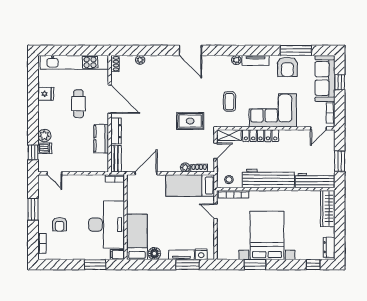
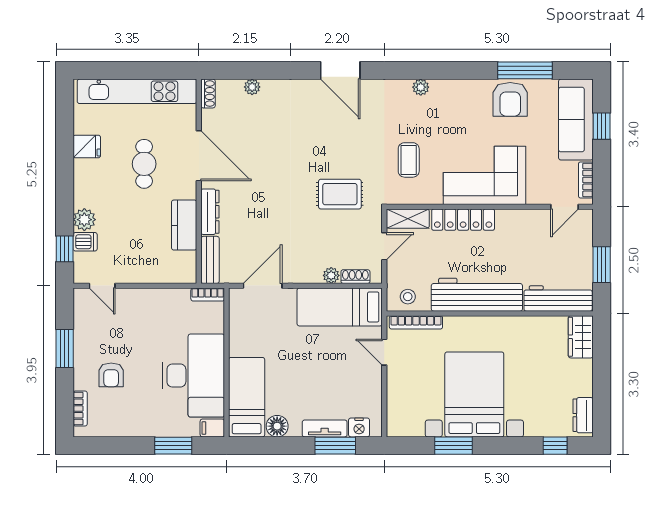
tv unit: (256, 60) -> (454, 88), removed
wardrobe: (328, 209) -> (581, 337), width x0.67

